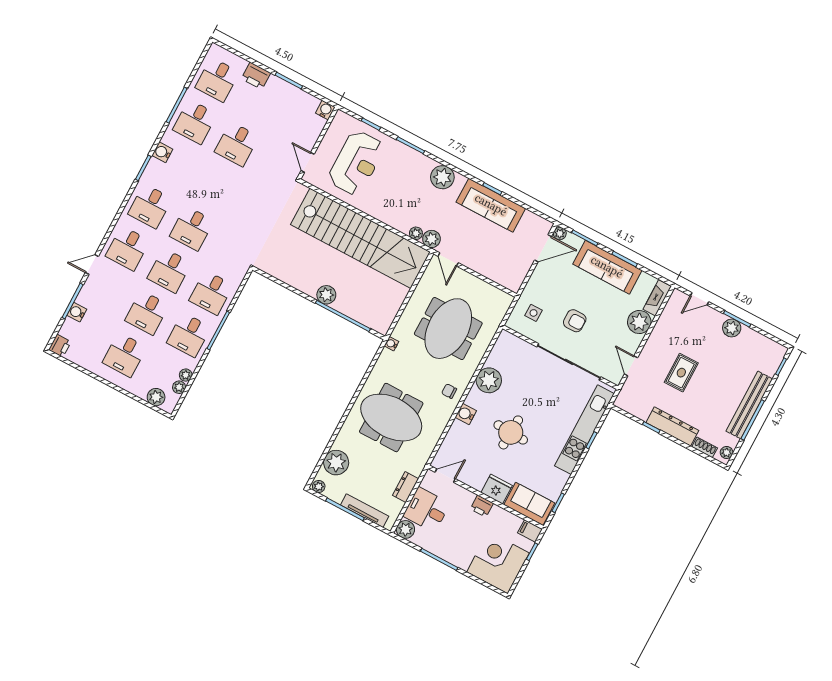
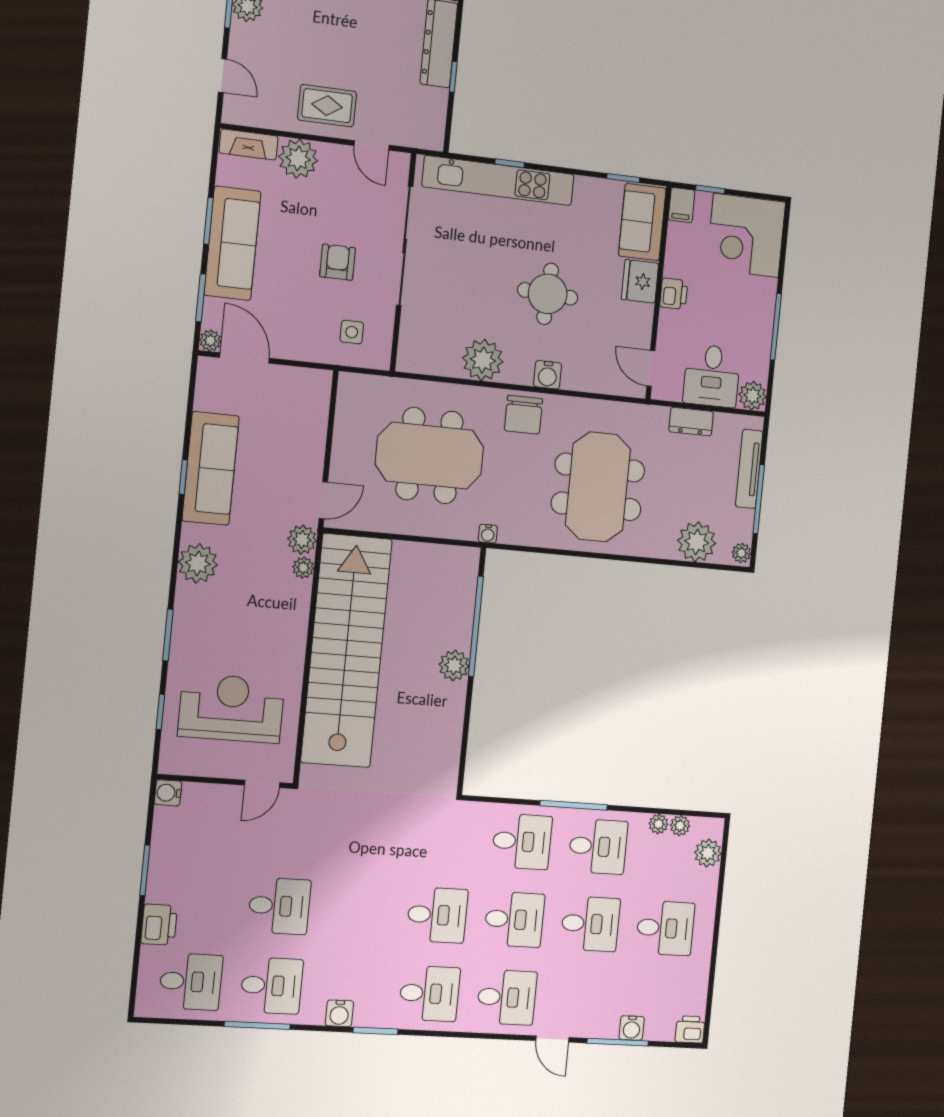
door: (631, 366) -> (372, 145), hinge flipped
rug: (681, 373) -> (327, 106), moved
chair: (449, 391) -> (524, 415), width x1.87, depth x1.87

